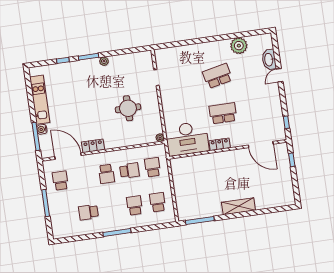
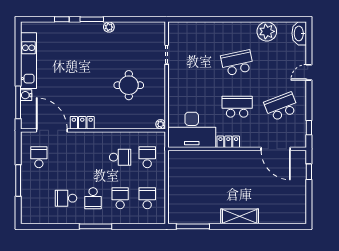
washbasin: (269, 60) -> (299, 33), moved
school desk: (260, 108) -> (281, 107), added
school desk: (106, 174) -> (93, 198), moved

